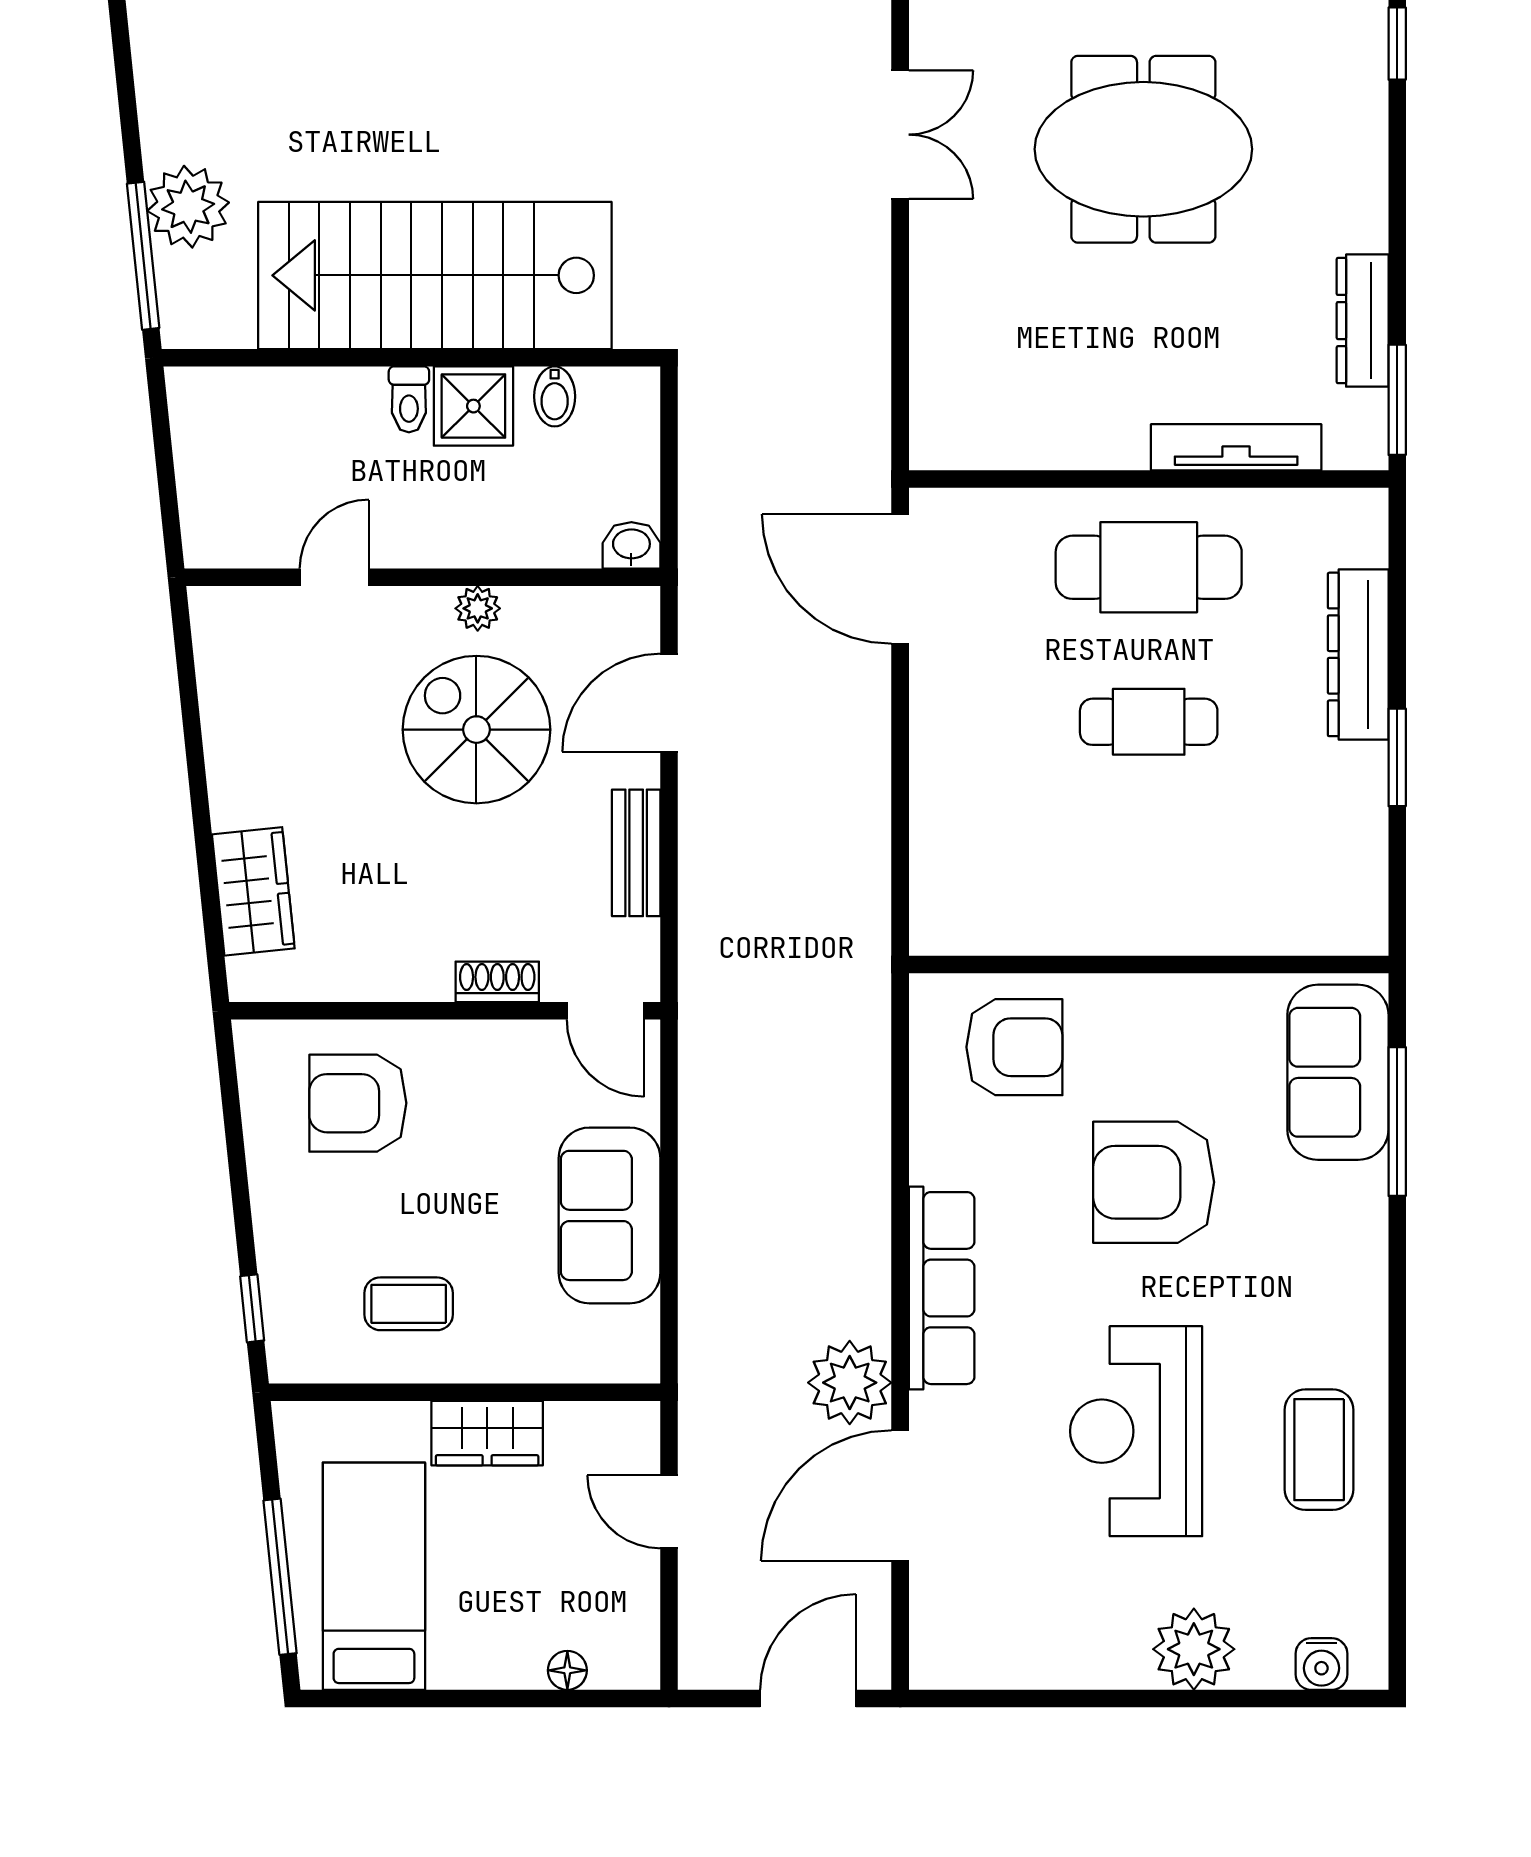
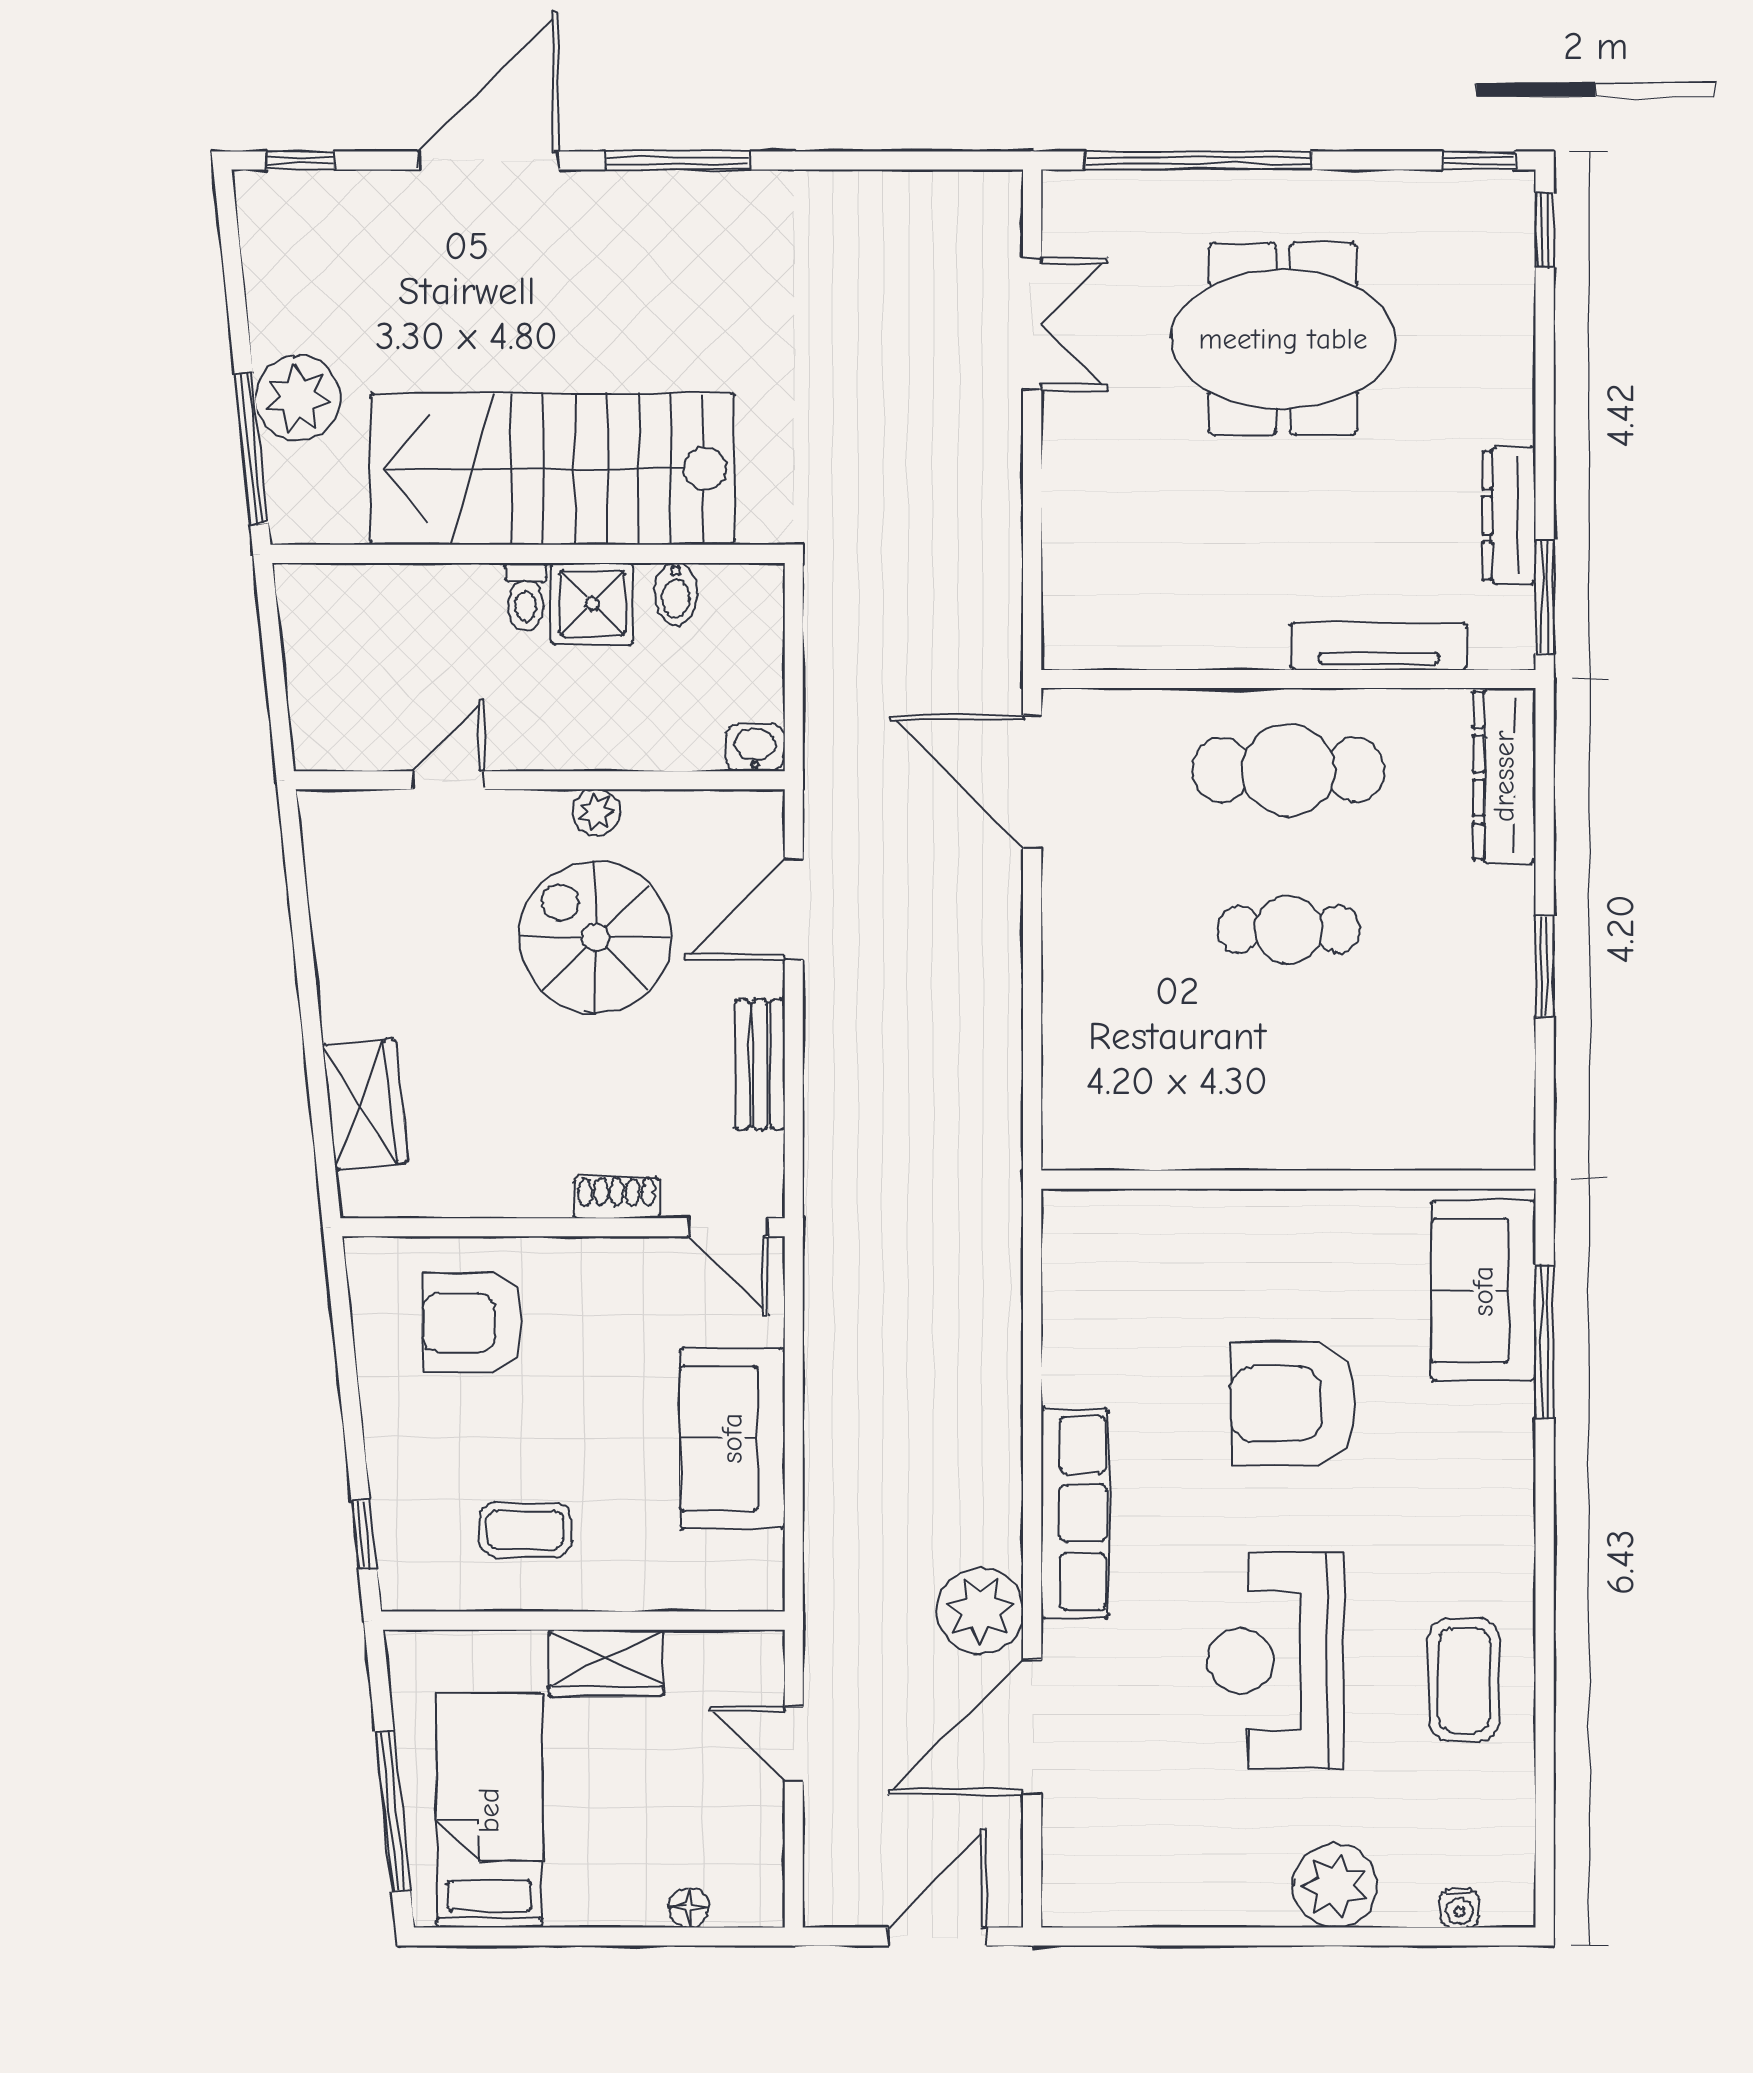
dresser: (1358, 654) -> (1504, 776), moved
armchair: (1014, 1047) -> (1150, 1265), removed
water cooler: (1321, 1664) -> (1459, 1908), width x0.72, depth x0.72

